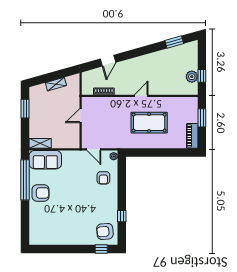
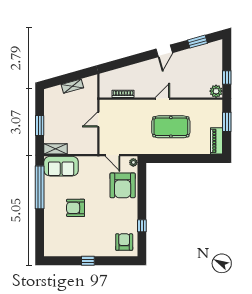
door: (108, 61) -> (164, 51), moved
plant: (192, 77) -> (216, 91), moved
window: (25, 109) -> (40, 126), moved
armchair: (103, 178) -> (123, 185), width x1.88, depth x1.88
armchair: (41, 193) -> (76, 208), moved, turned 180
armchair: (105, 231) -> (124, 242), turned 95
window: (101, 249) -> (88, 261), moved

